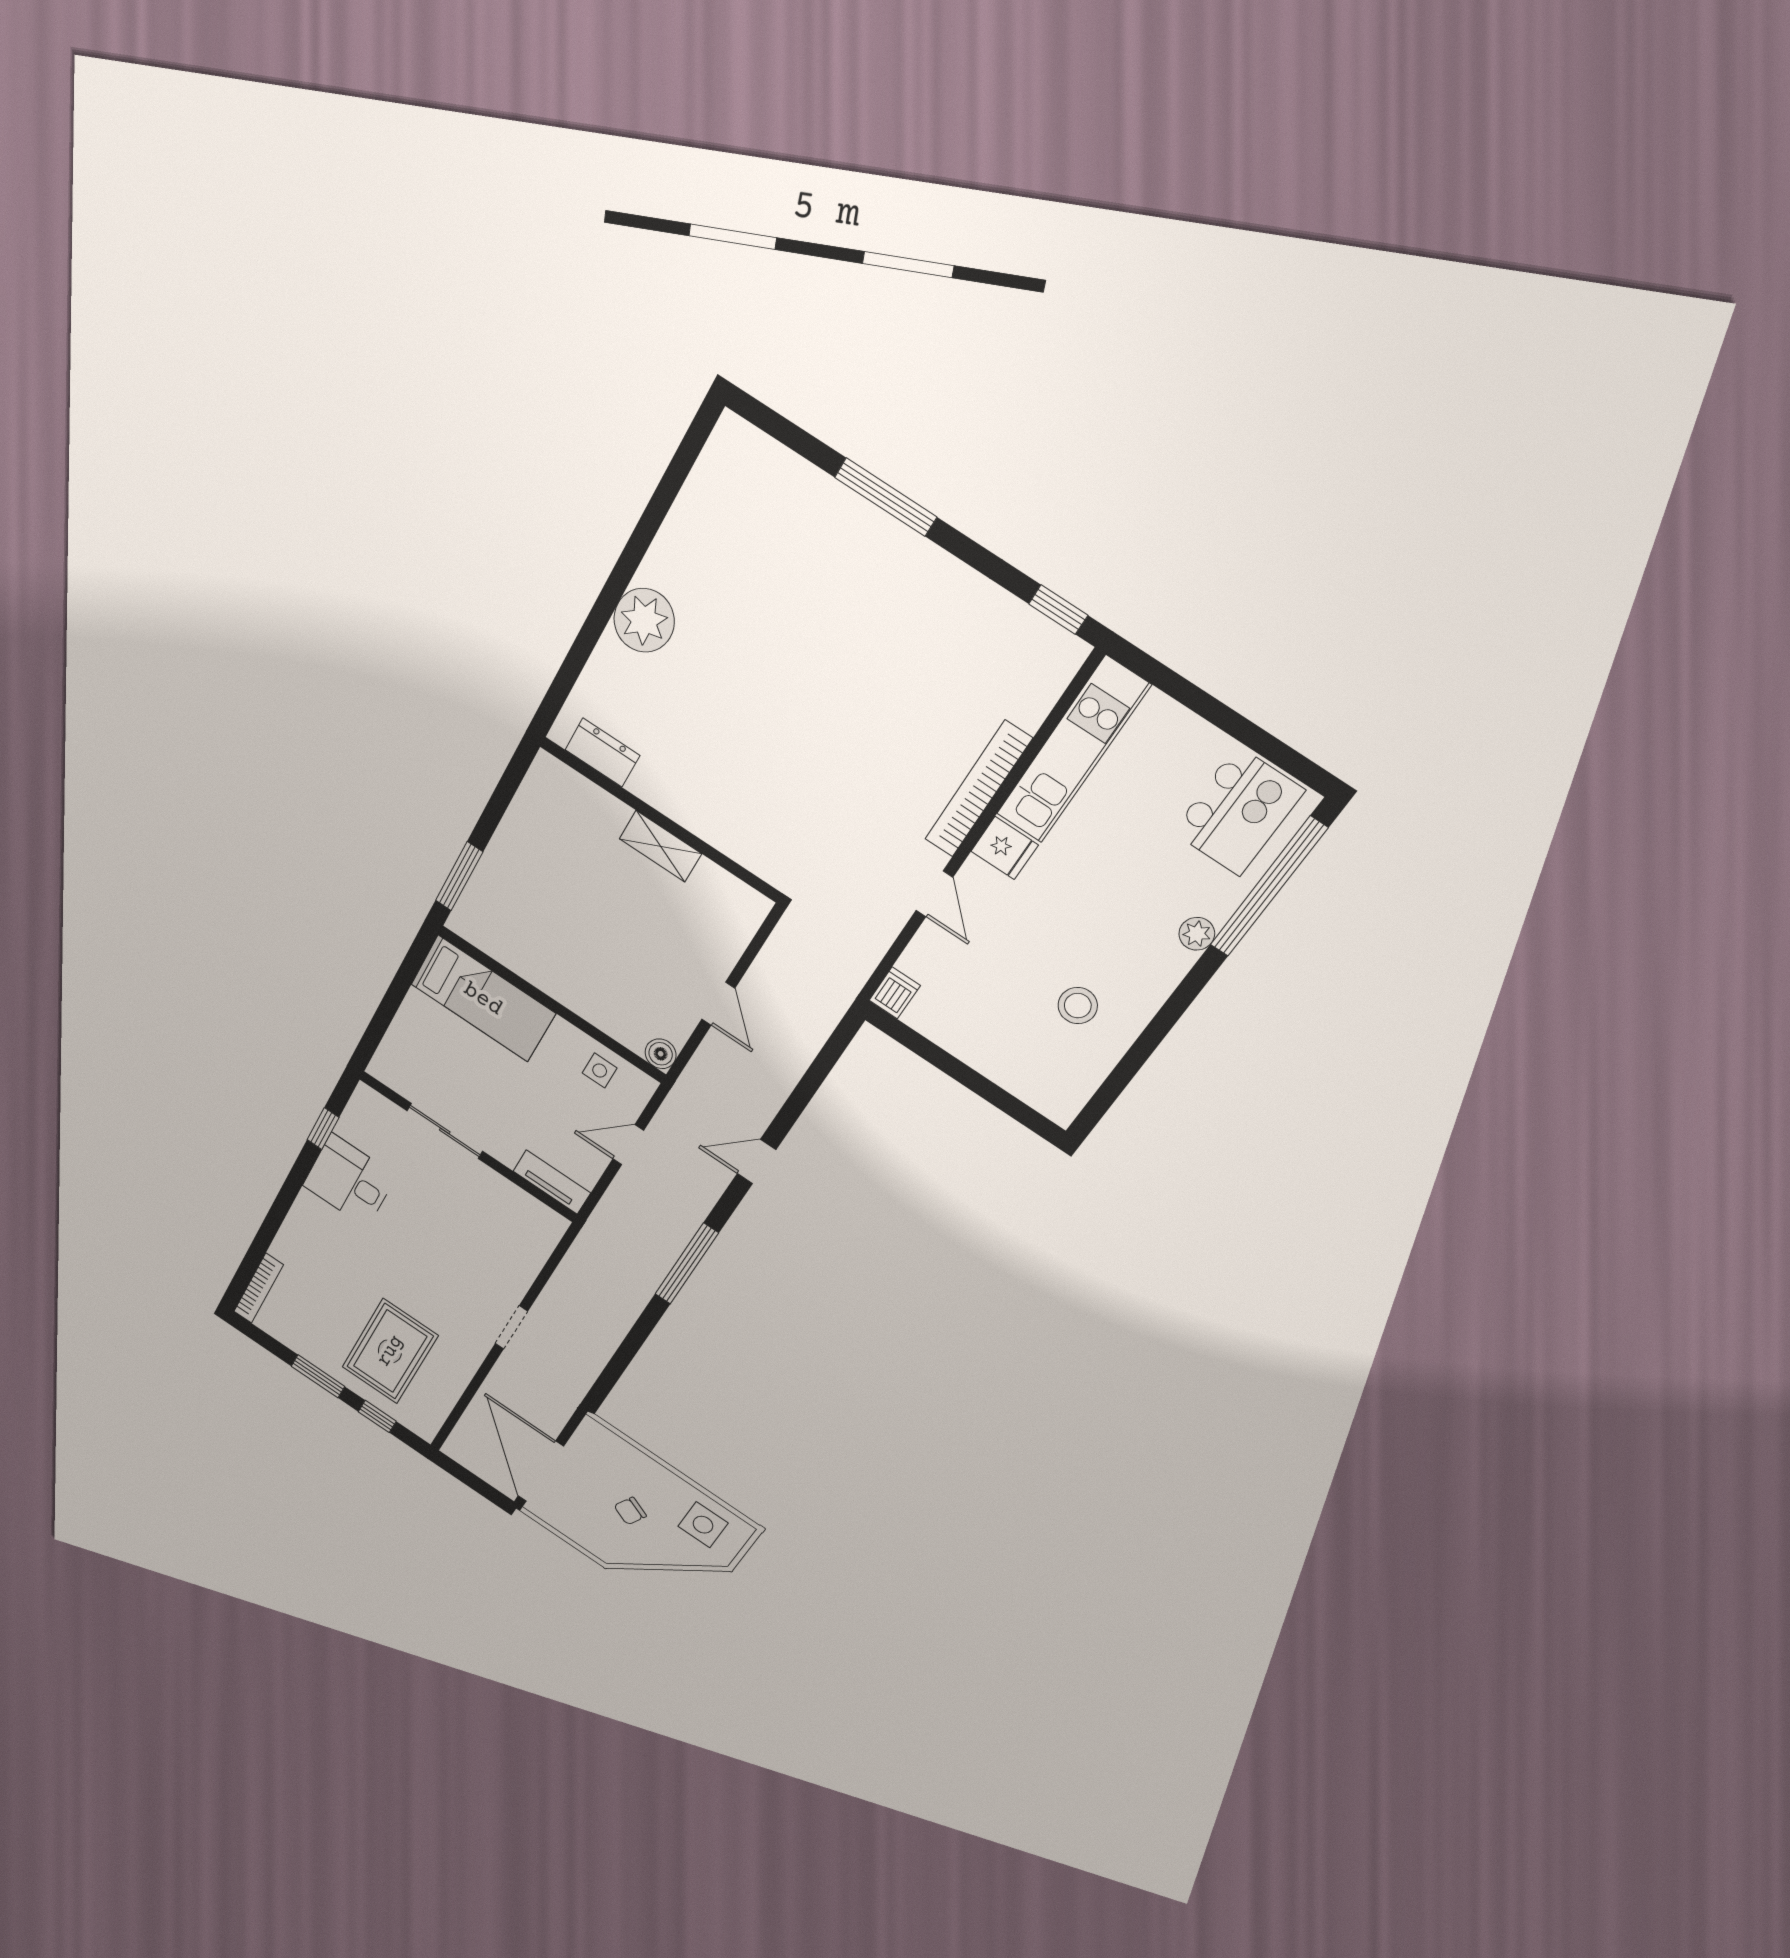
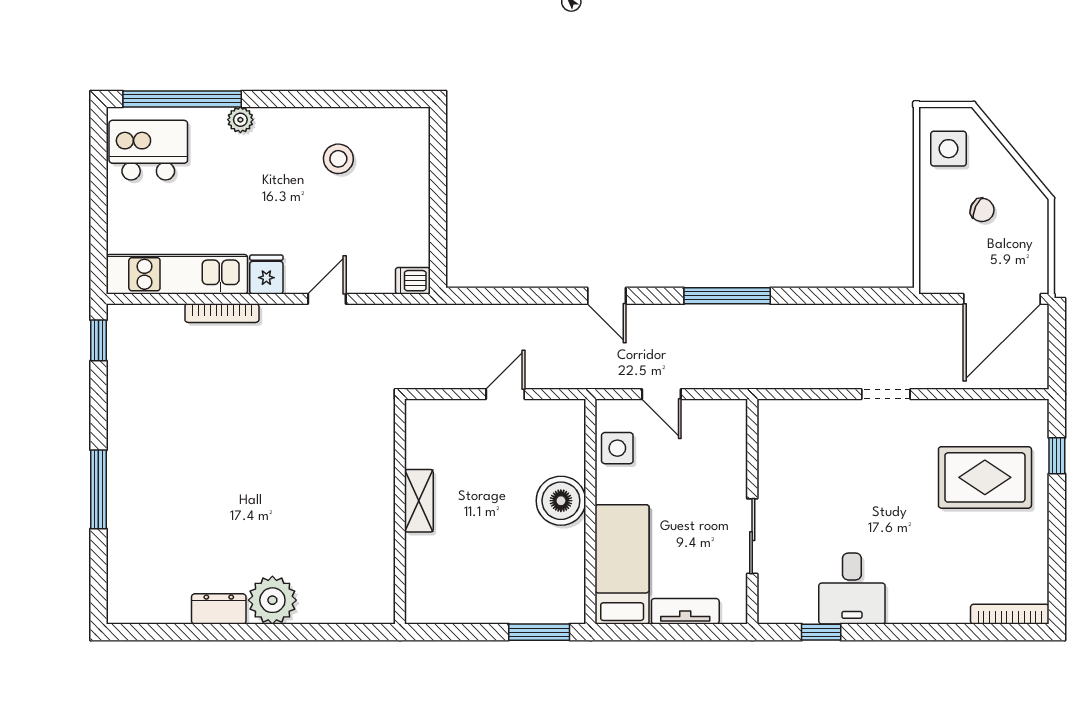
dresser: (602, 753) -> (219, 609), moved, turned 90
bookcase: (978, 789) -> (222, 313), width x0.68, depth x0.76
boiler: (661, 1054) -> (561, 501), moved, width x1.86, depth x1.86
side table: (600, 1071) -> (617, 448), width x1.37, depth x1.37
tv unit: (552, 1182) -> (685, 611), moved, turned 90
window: (318, 1376) -> (1057, 524), removed

